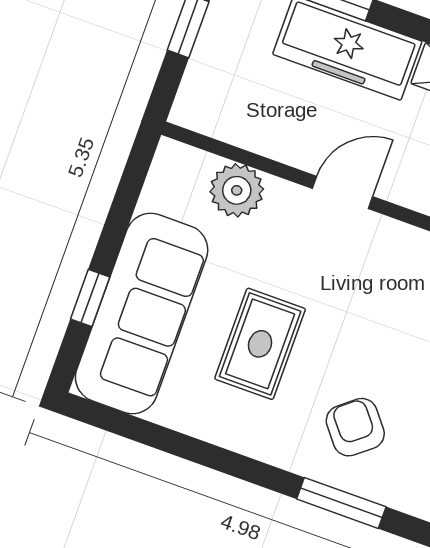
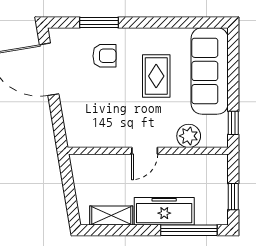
window: (90, 298) -> (233, 123), moved
armchair: (355, 427) -> (105, 56), turned -51

